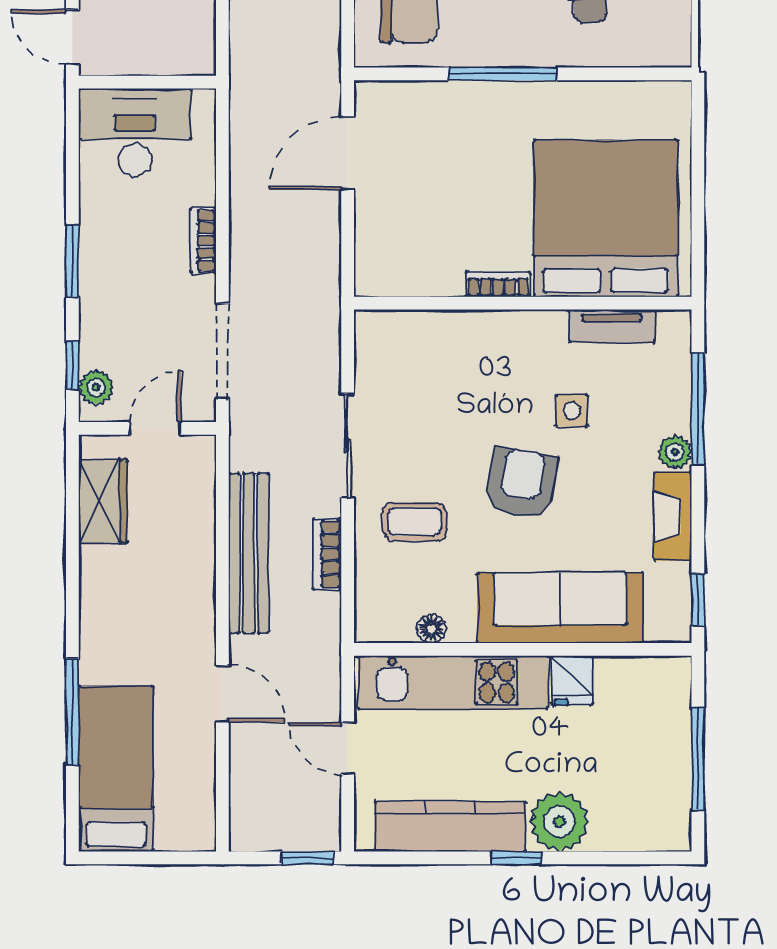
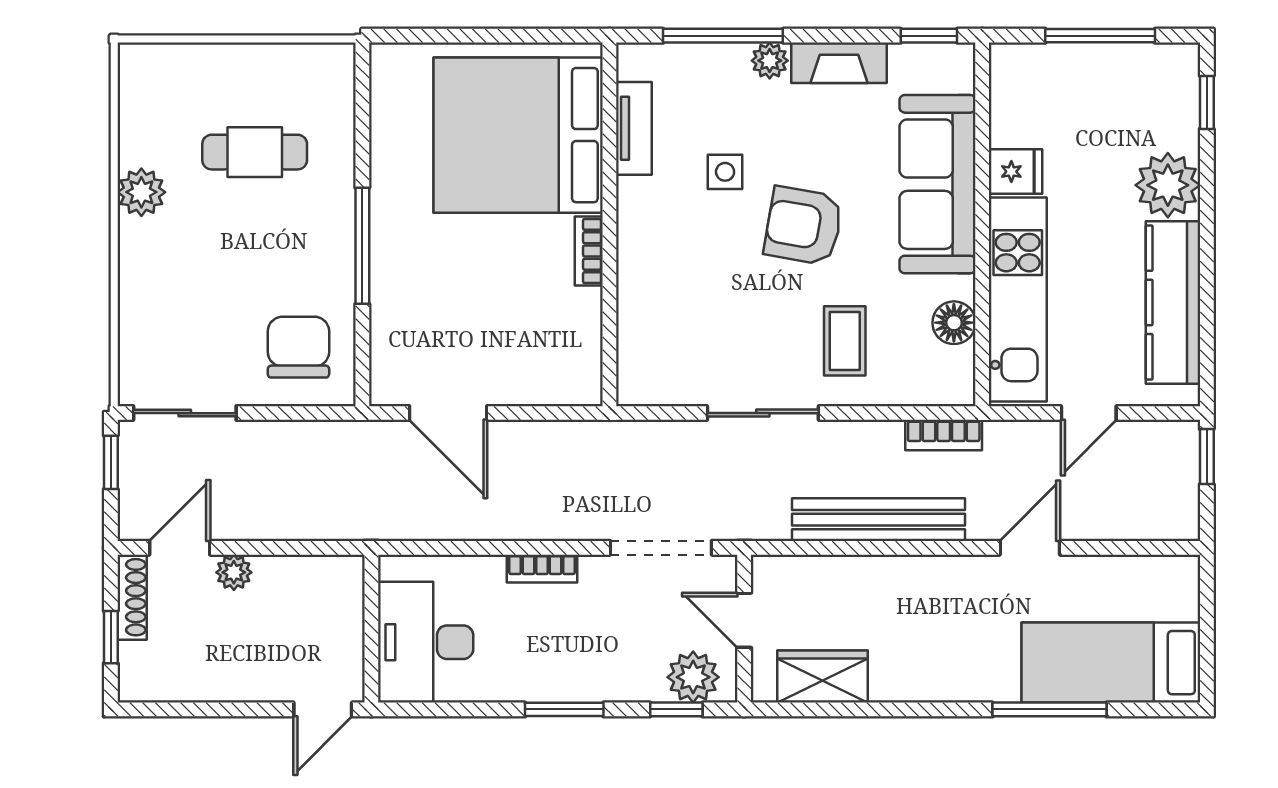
plant: (96, 387) -> (693, 677), width x1.38, depth x1.38
bookcase: (327, 554) -> (944, 435), moved
floor lamp: (431, 629) -> (954, 323), width x1.37, depth x1.37
window: (516, 858) -> (1207, 102), moved

